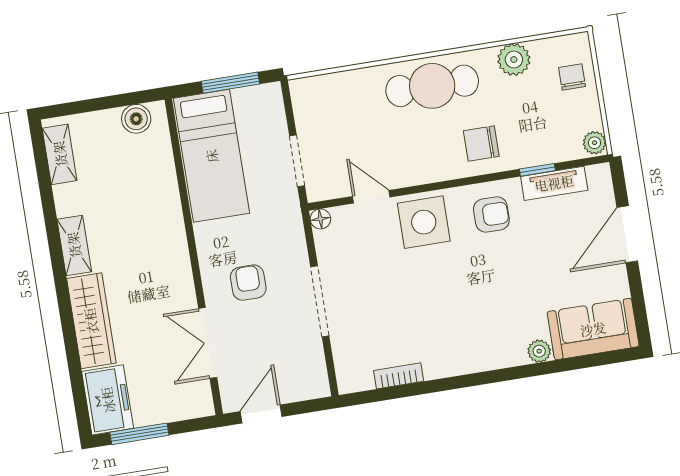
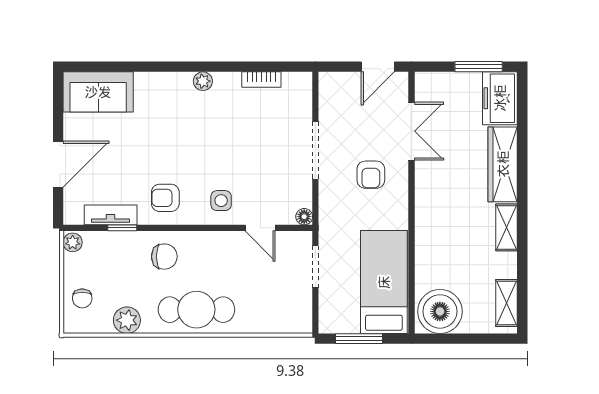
boiler: (136, 119) -> (440, 311), width x1.86, depth x1.86
side table: (424, 222) -> (221, 201), width x0.54, depth x0.54
plant: (539, 351) -> (203, 81), moved

